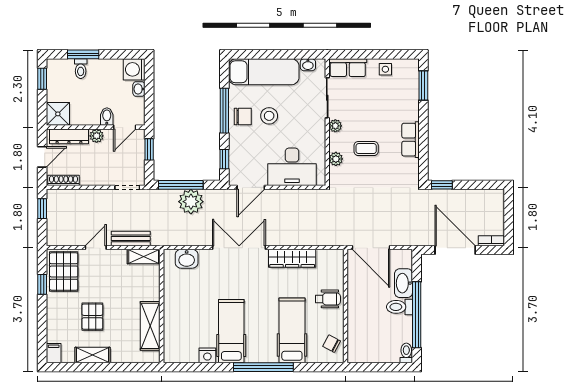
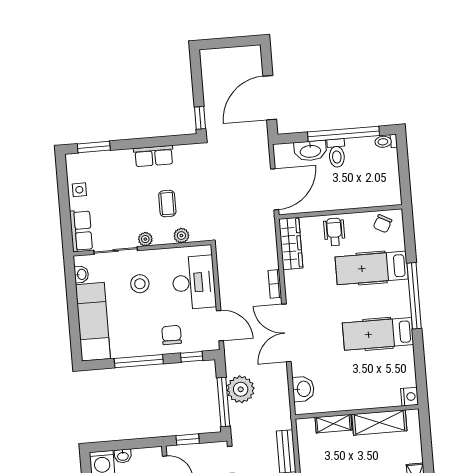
stool: (269, 116) -> (140, 284), moved
chair: (243, 117) -> (172, 335), moved
bookcase: (491, 241) -> (275, 284), moved
shelving: (144, 257) -> (333, 424), moved, turned 90
wardrobe: (292, 258) -> (291, 243), moved
nightstand: (207, 355) -> (410, 397), moved

